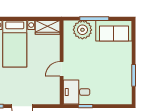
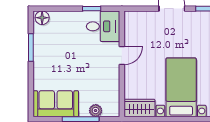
plant: (82, 30) -> (96, 111), width x0.53, depth x0.53
floor lamp: (125, 99) -> (42, 18), added

